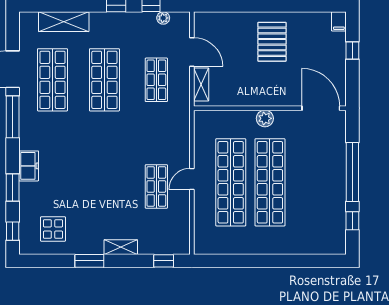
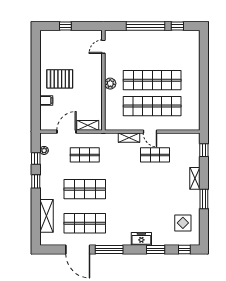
filing cabinet: (339, 21) -> (46, 100), moved
door: (321, 108) -> (103, 47), width x0.53
shelving: (183, 147) -> (129, 138), added

